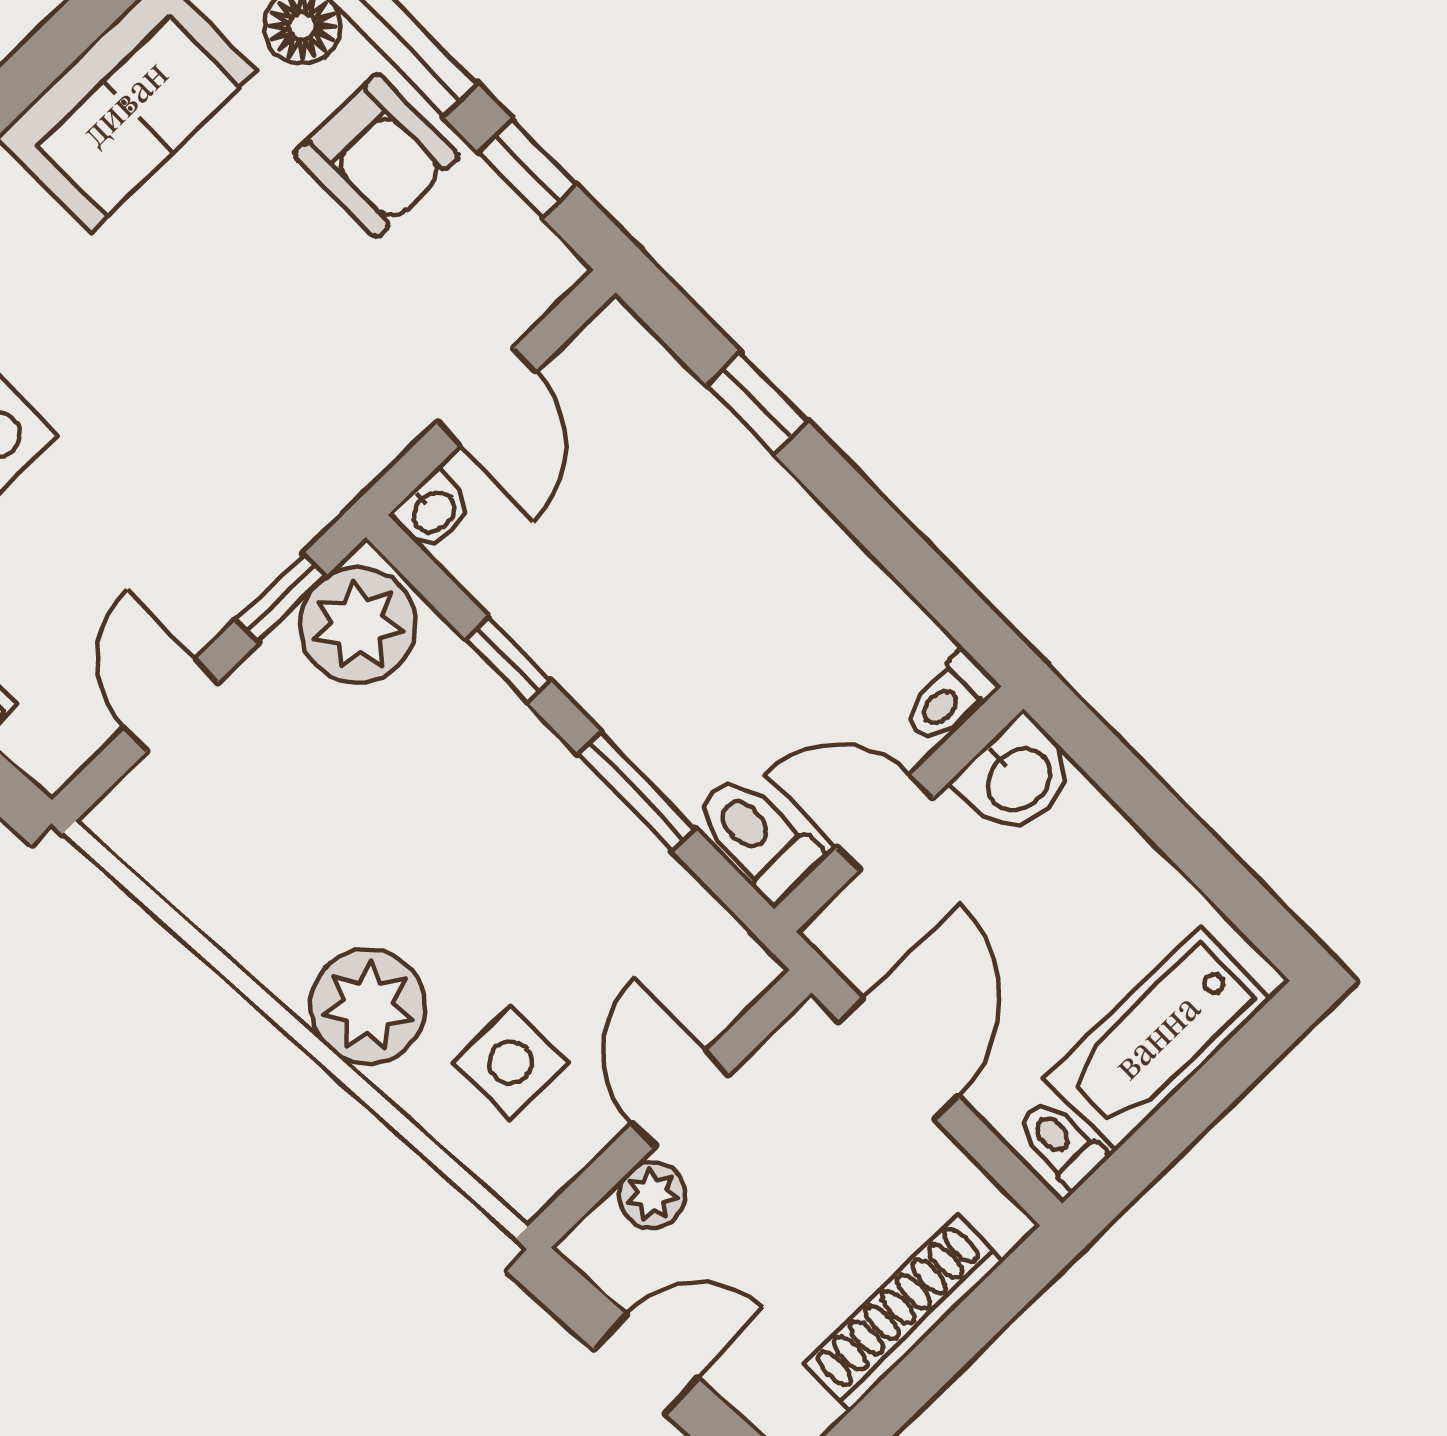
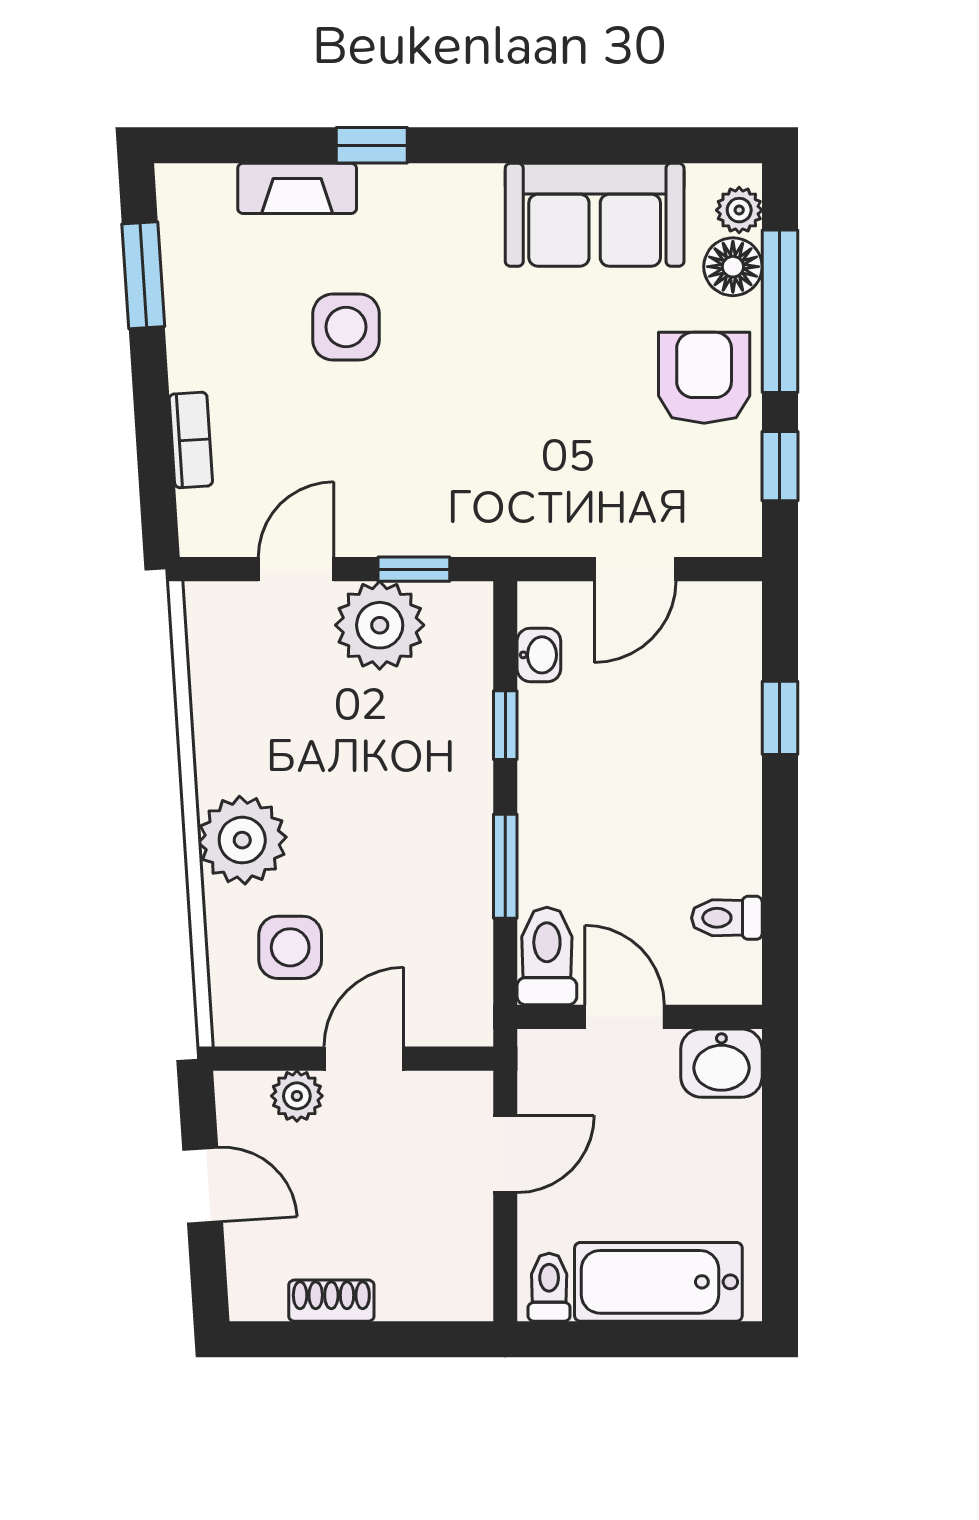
armchair: (376, 156) -> (704, 378), turned 180
washbasin: (433, 511) -> (539, 655), moved, turned -90
plant: (358, 625) -> (380, 625), moved
toilet: (949, 698) -> (727, 918), moved
door: (899, 1059) -> (505, 1154), width x0.73
shoe rack: (903, 1313) -> (331, 1301), width x0.51, depth x0.81

